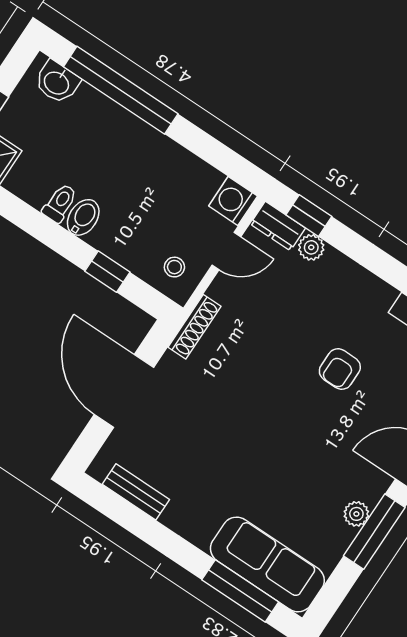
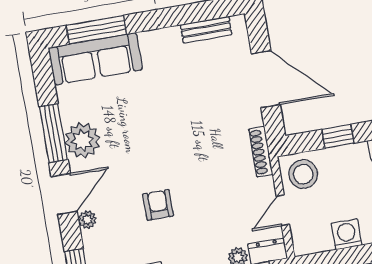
washing machine: (233, 201) -> (346, 234), moved, turned -90
stool: (174, 267) -> (303, 174), width x1.89, depth x1.89
plant: (356, 514) -> (82, 140), width x1.88, depth x1.88

